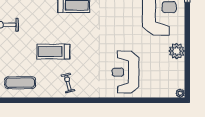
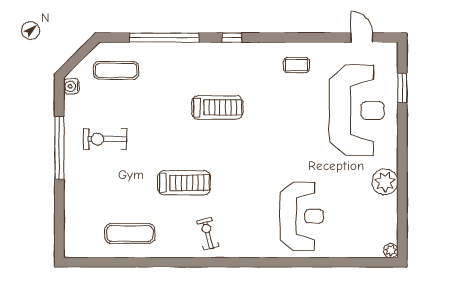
treadmill: (53, 52) -> (184, 183), turned 180
reception desk: (126, 72) -> (302, 216), turned 180

